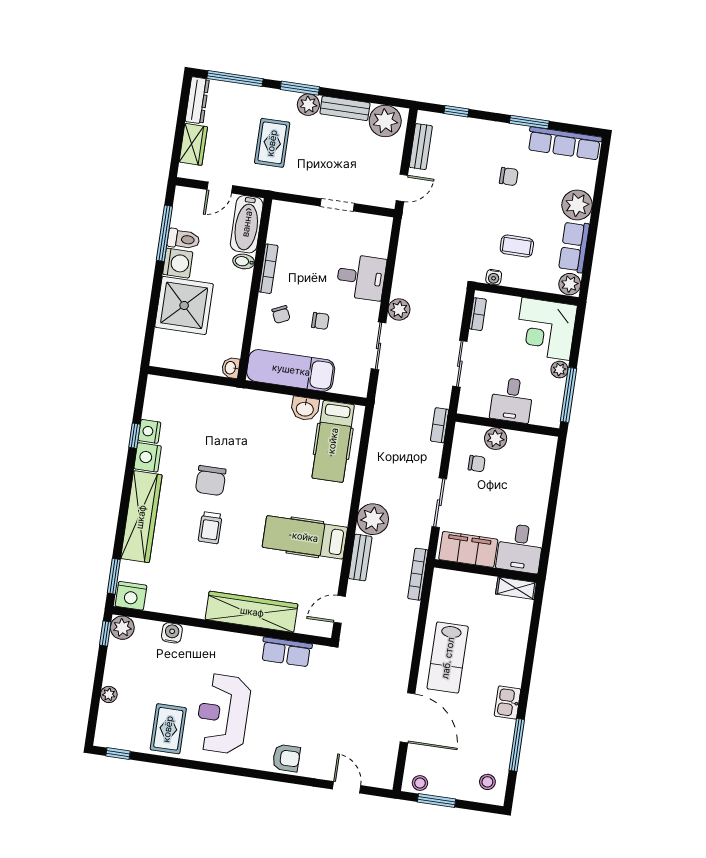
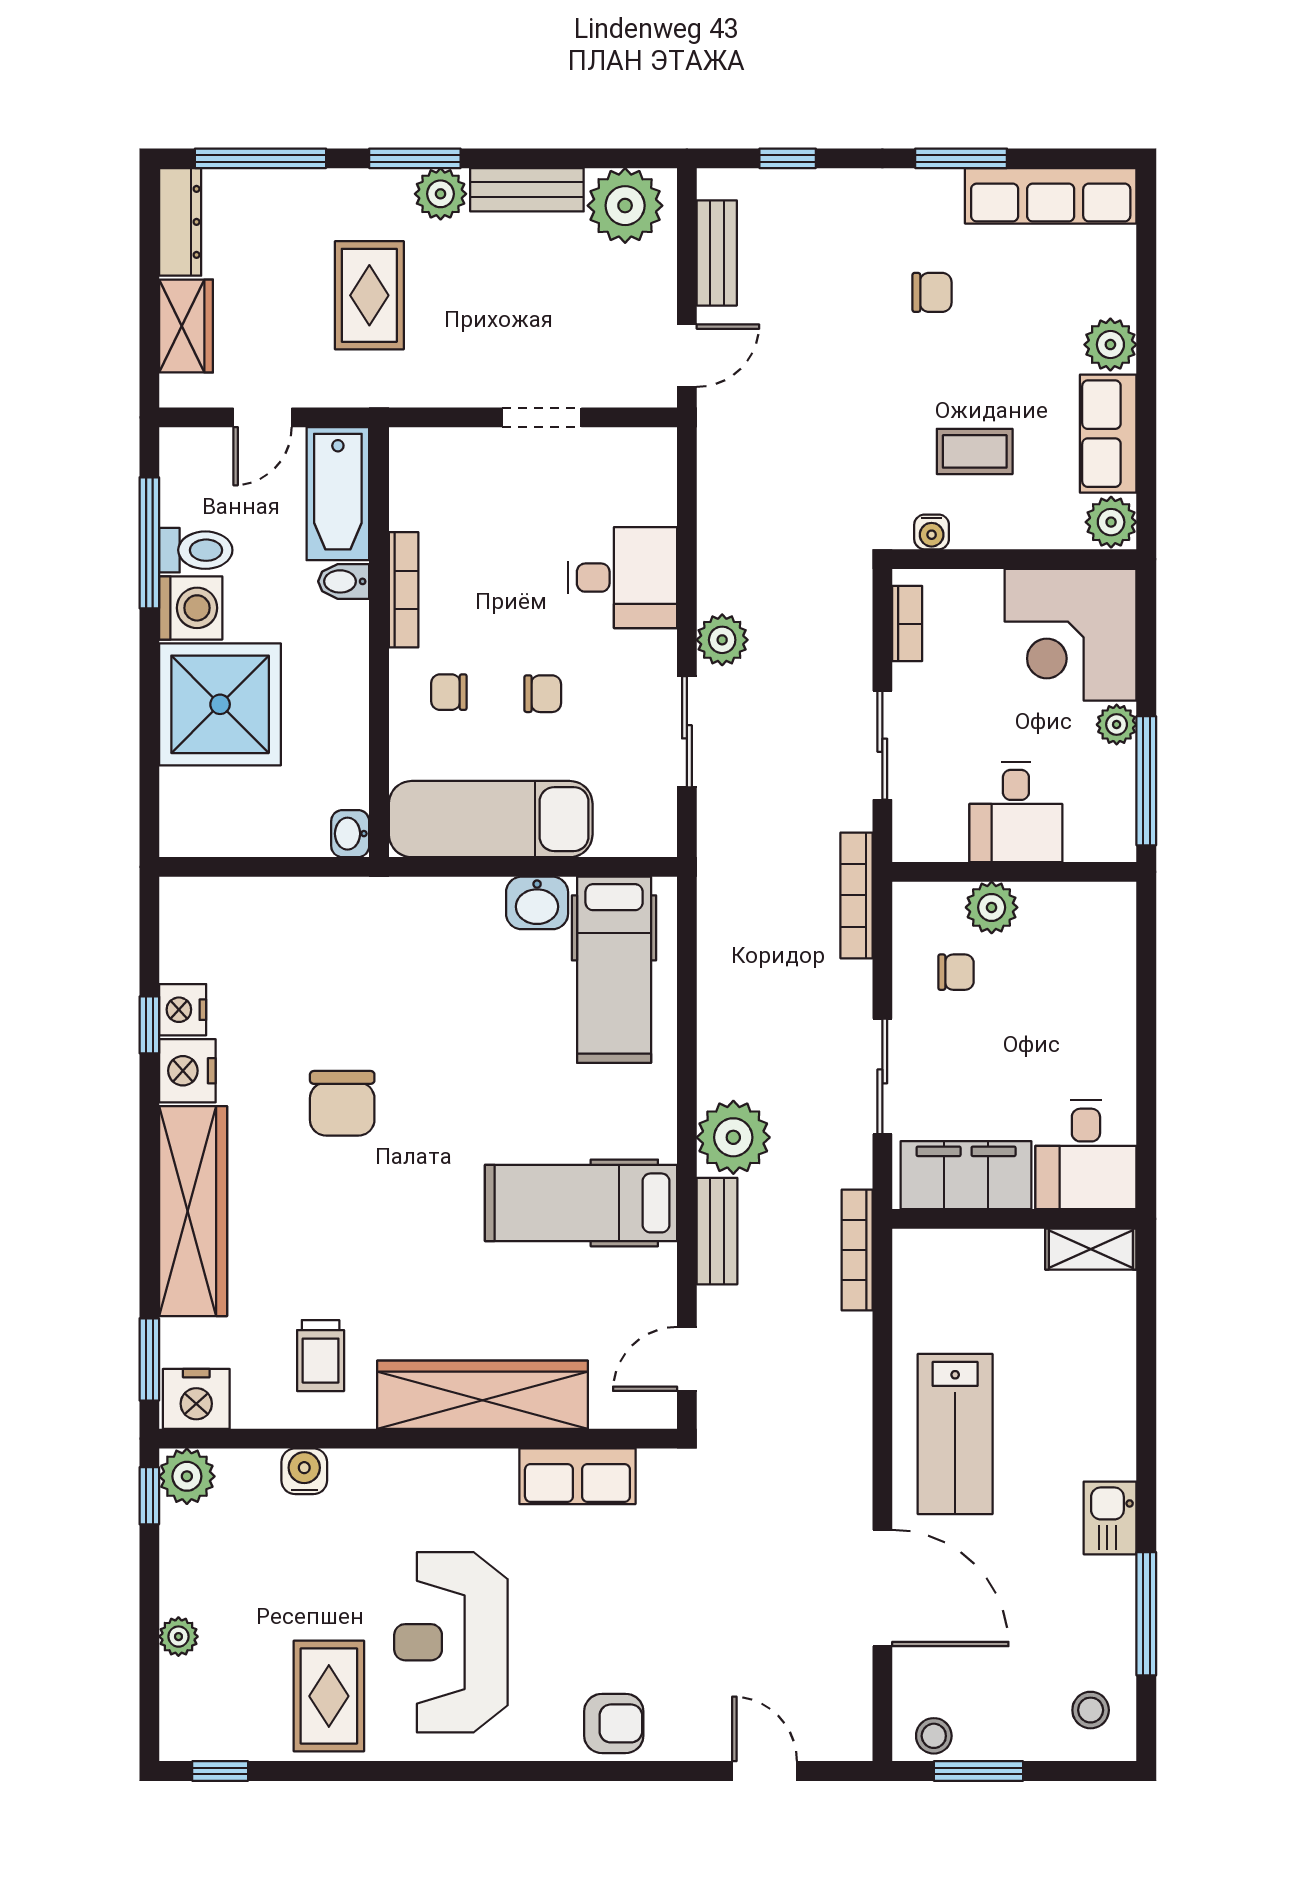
plant: (577, 205) -> (1110, 345), width x0.73, depth x0.73
chair: (281, 314) -> (449, 692), turned 114
bookcase: (440, 425) -> (857, 895), width x1.56
trolley: (210, 528) -> (321, 1356), moved

